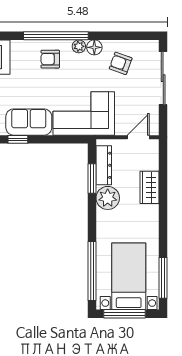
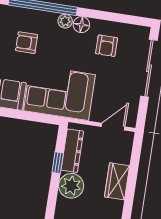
armchair: (50, 59) -> (27, 43), moved
armchair: (121, 63) -> (107, 46), turned -110
window: (92, 179) -> (58, 163), width x0.67

